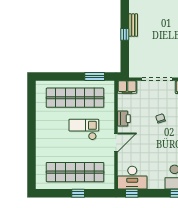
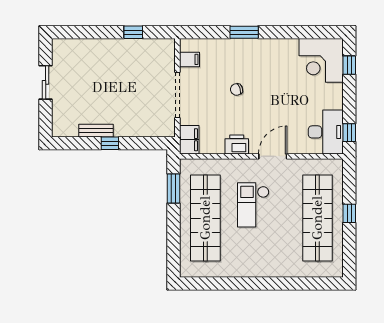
door: (116, 142) -> (273, 156), hinge flipped

